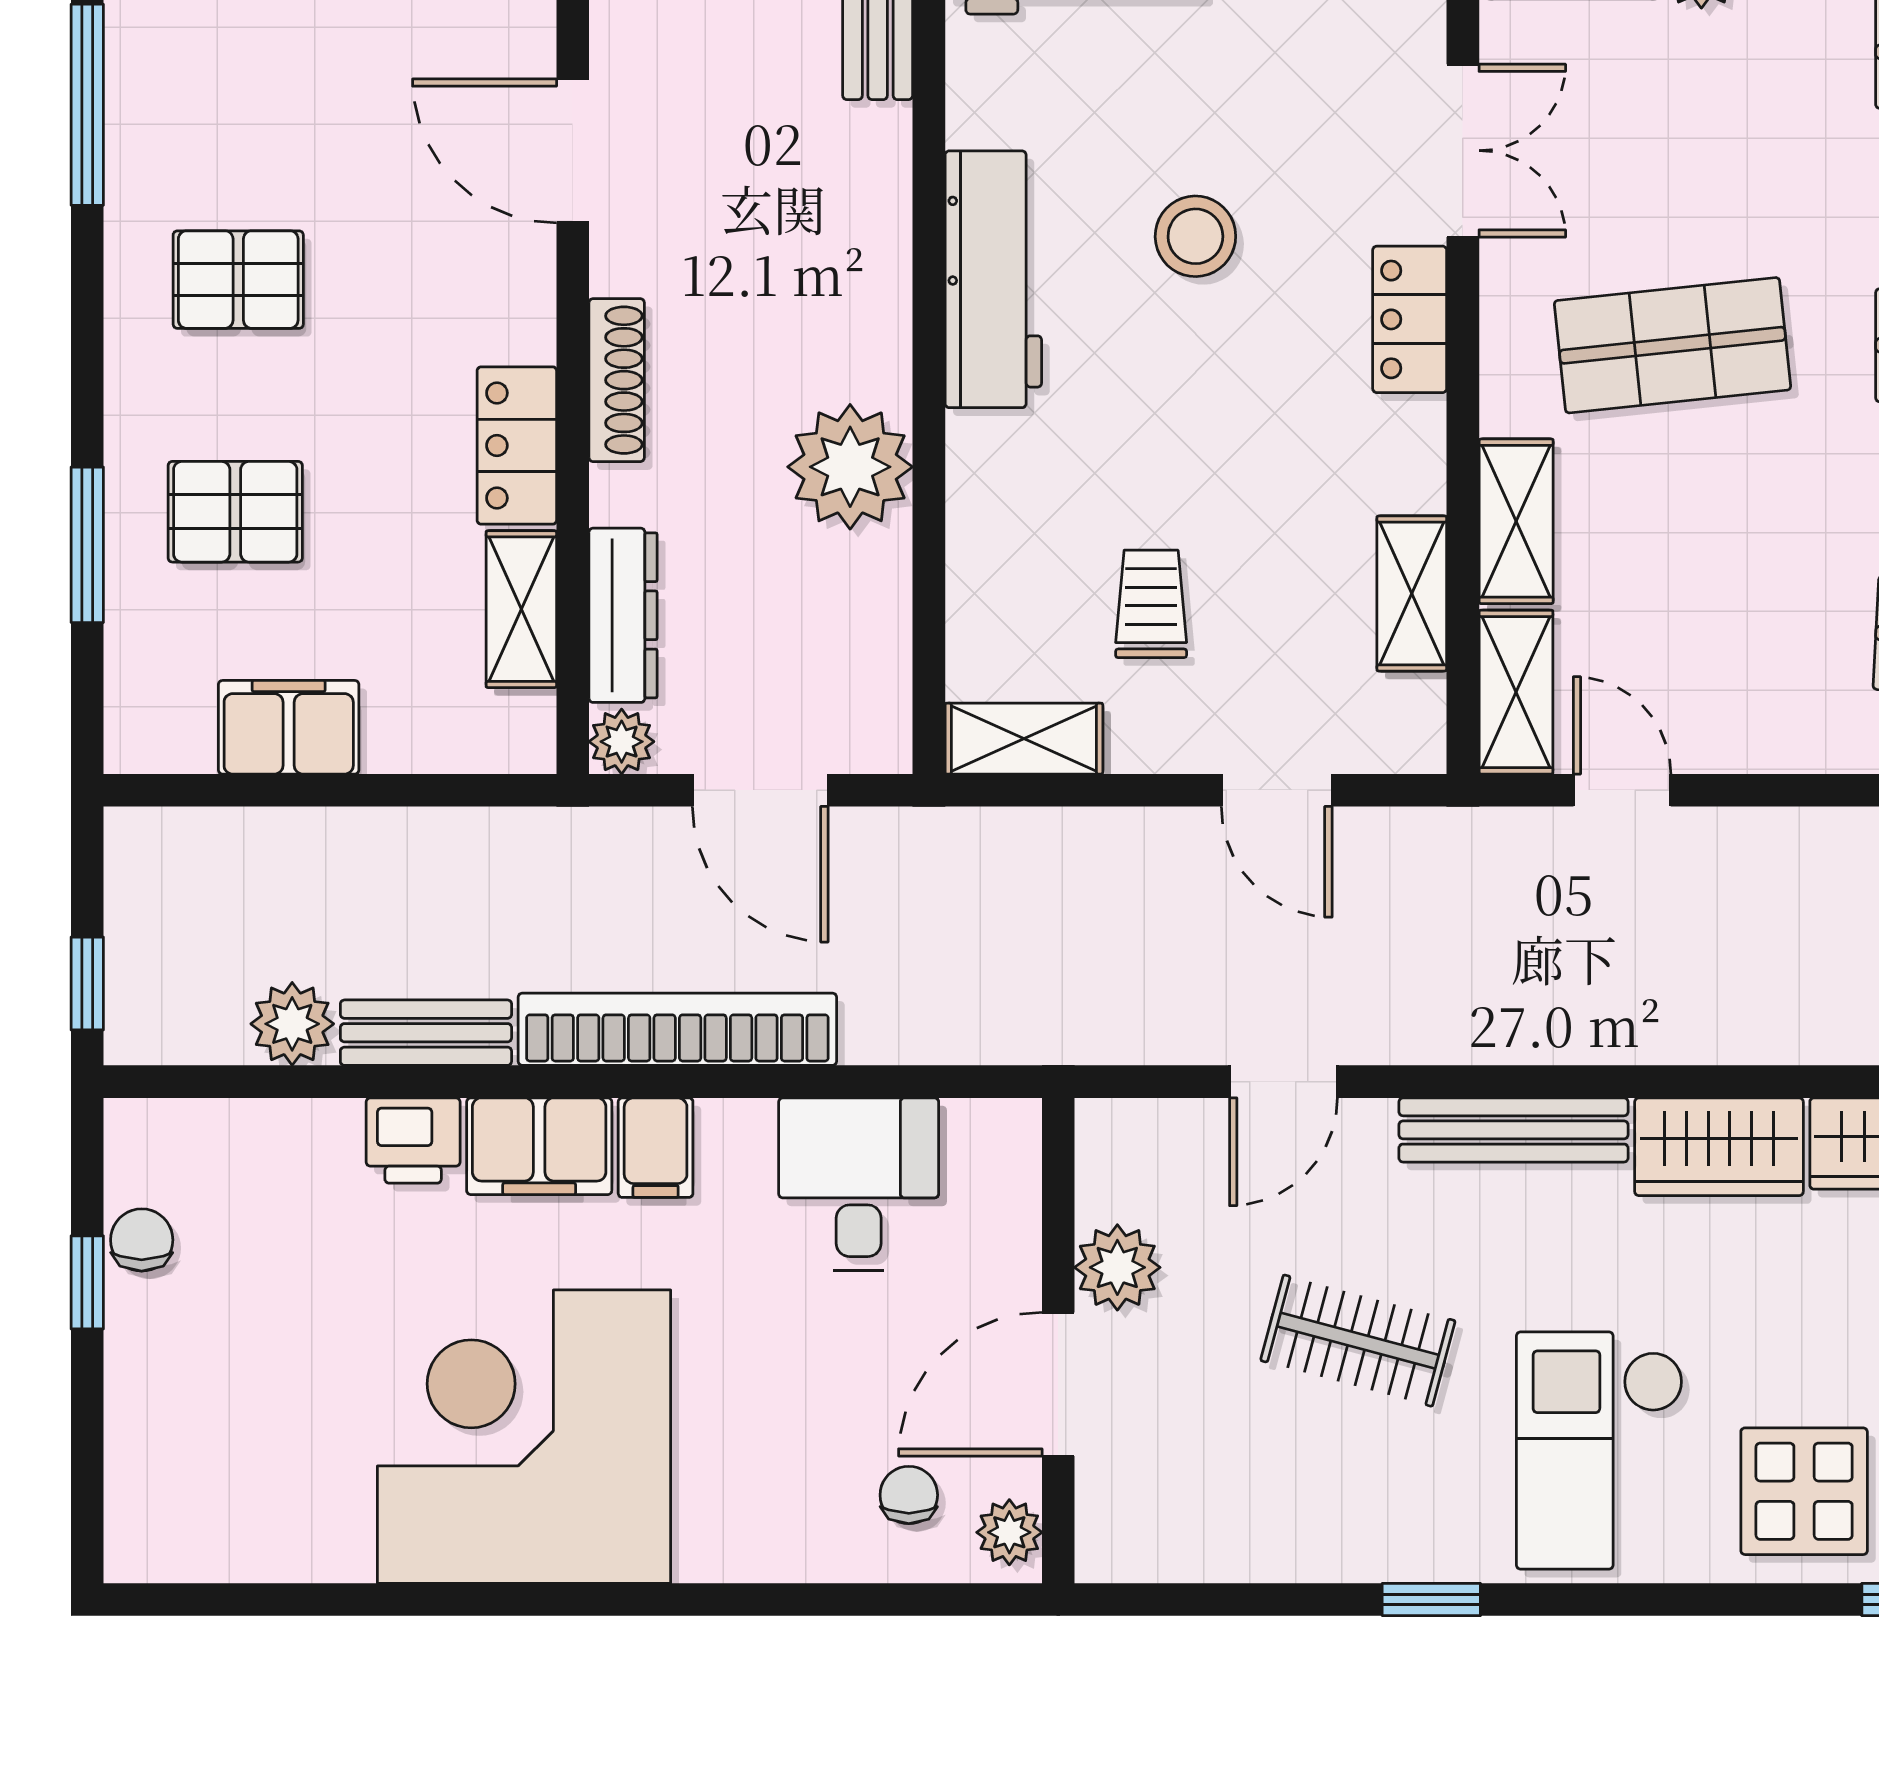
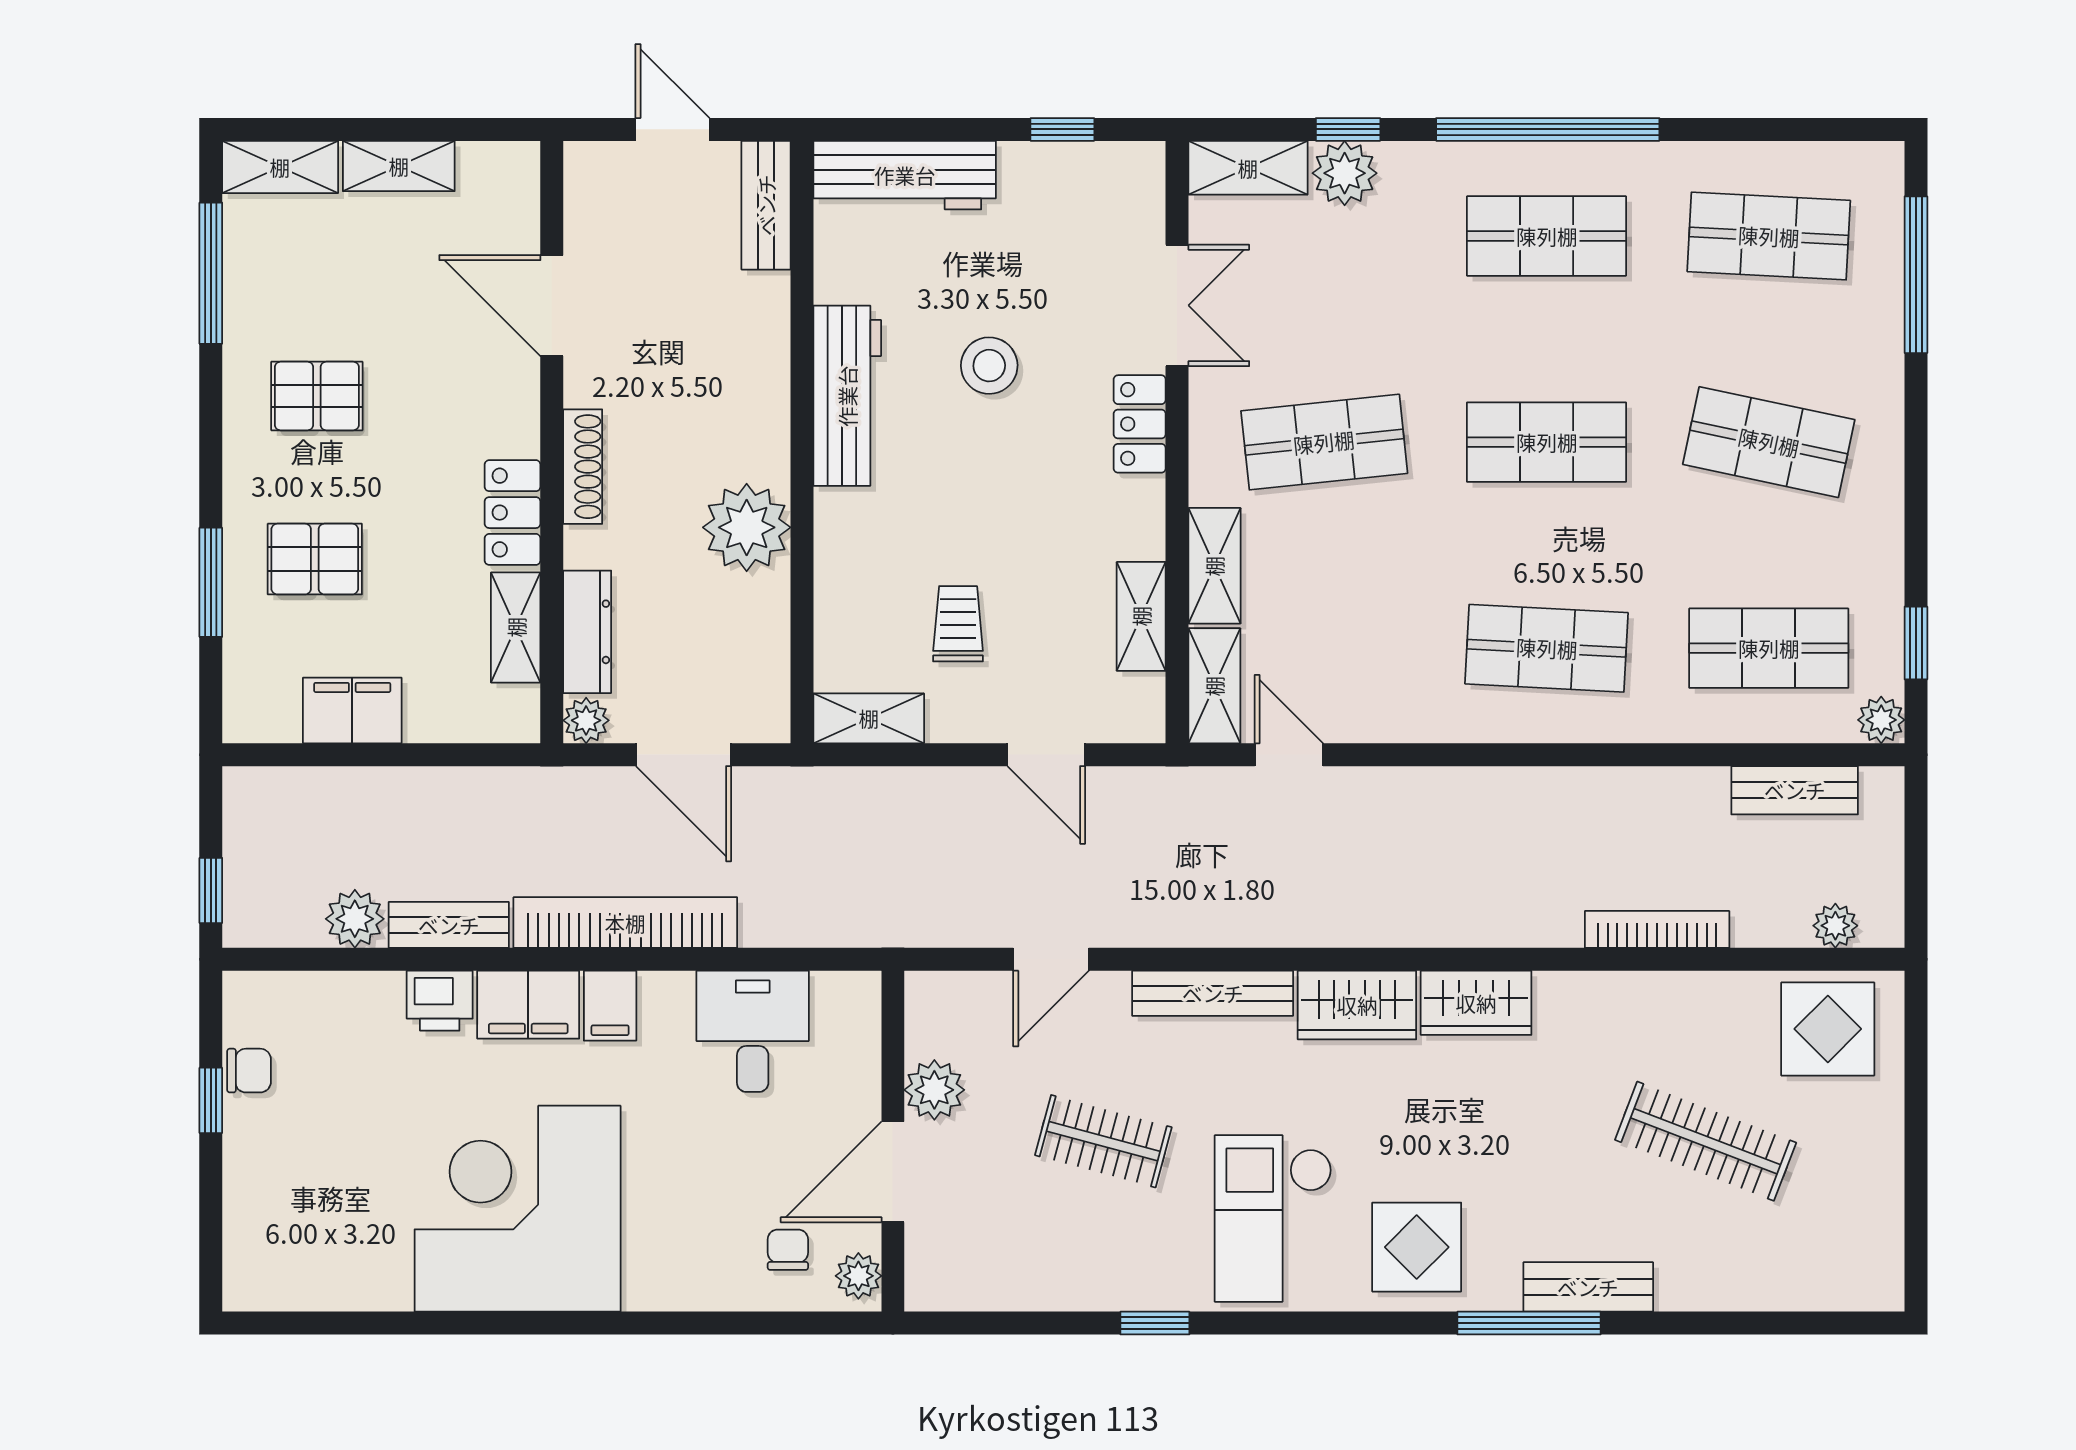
chair: (142, 1240) -> (249, 1071), turned 90

